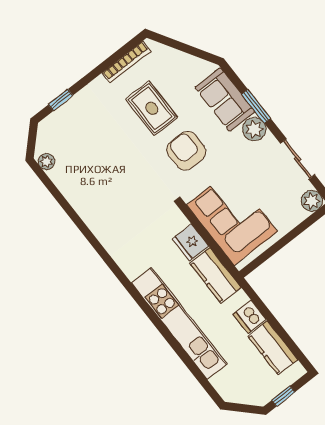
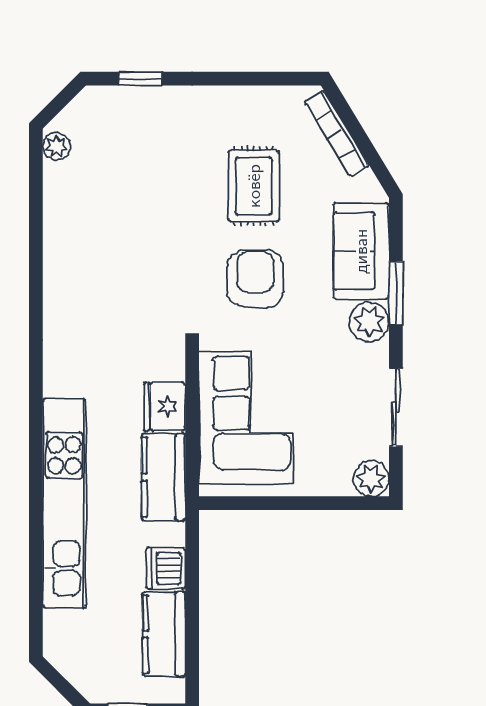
bookcase: (126, 62) -> (337, 134), moved, turned 59

